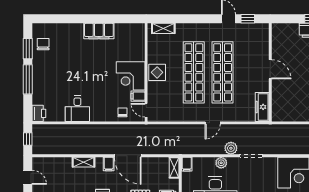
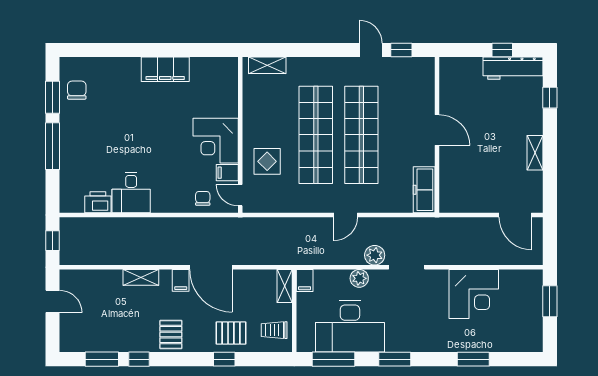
display table: (157, 72) -> (267, 161), moved
printer: (39, 113) -> (98, 202), moved, turned -90

